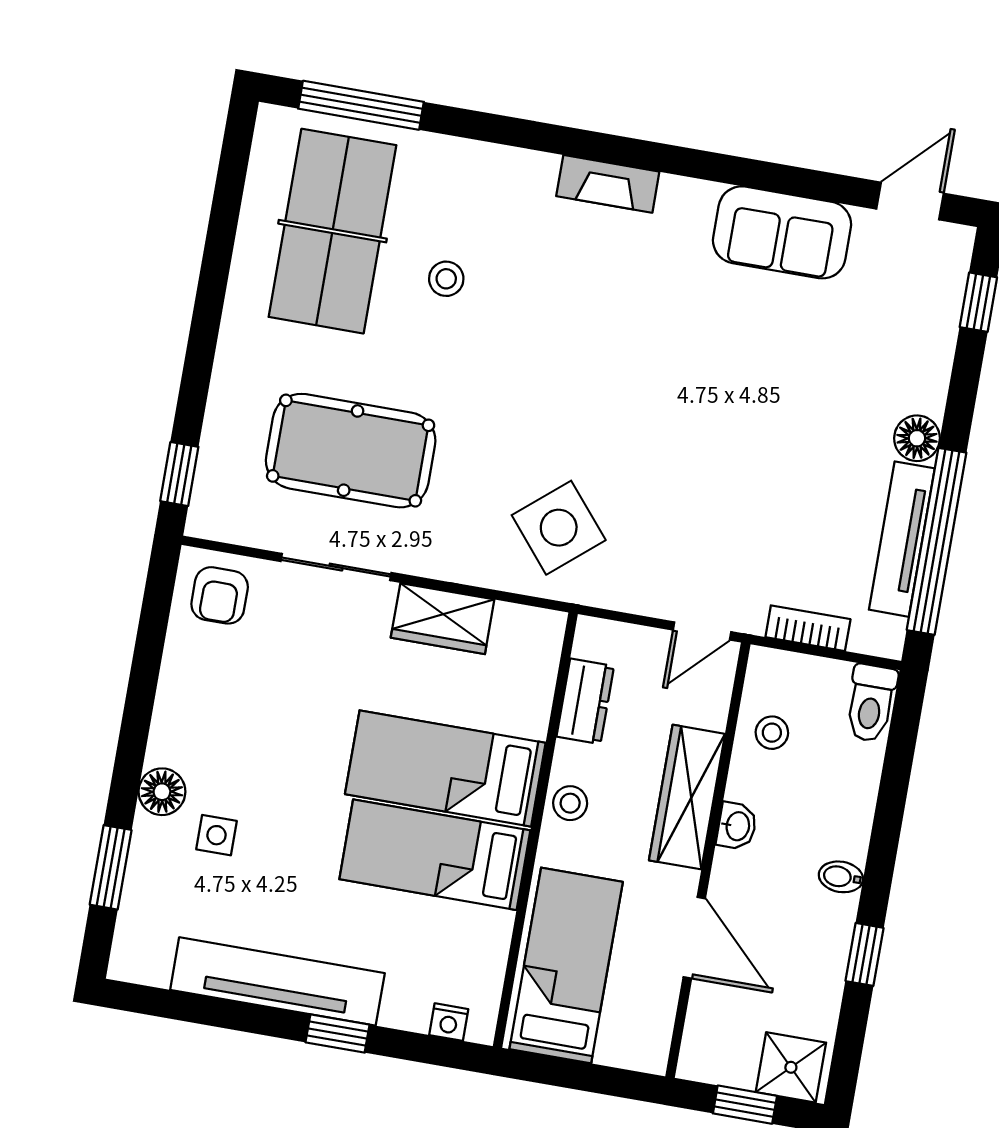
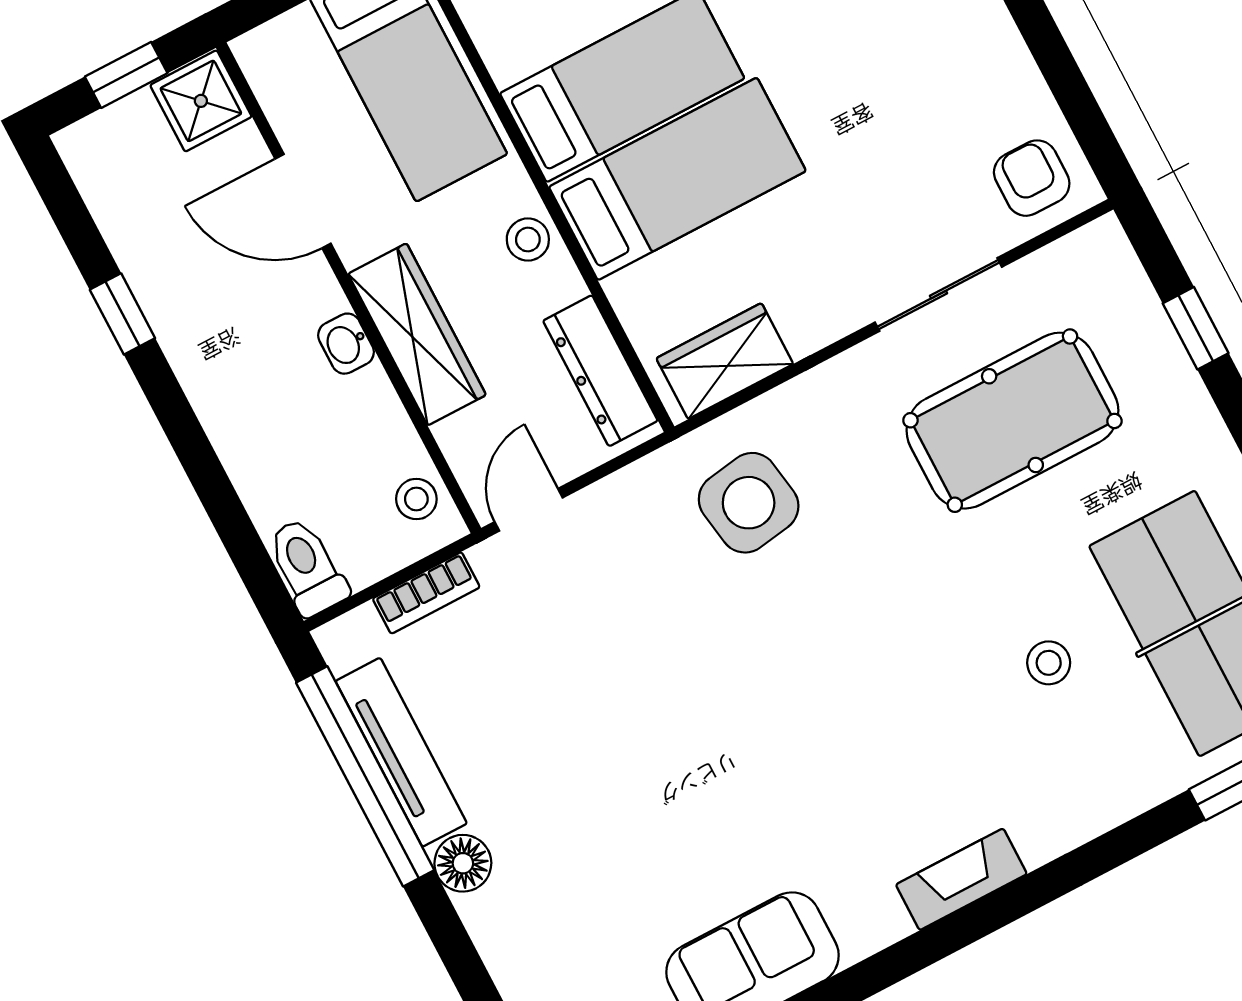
window: (179, 474) -> (1196, 328), moved
side table: (559, 528) -> (749, 503), turned 31
wardrobe: (443, 619) -> (725, 361), moved
dresser: (585, 701) -> (600, 371), width x1.44
stool: (772, 733) -> (416, 499), moved
bidet: (841, 877) -> (205, 373), removed
shower: (791, 1067) -> (201, 101), moved

